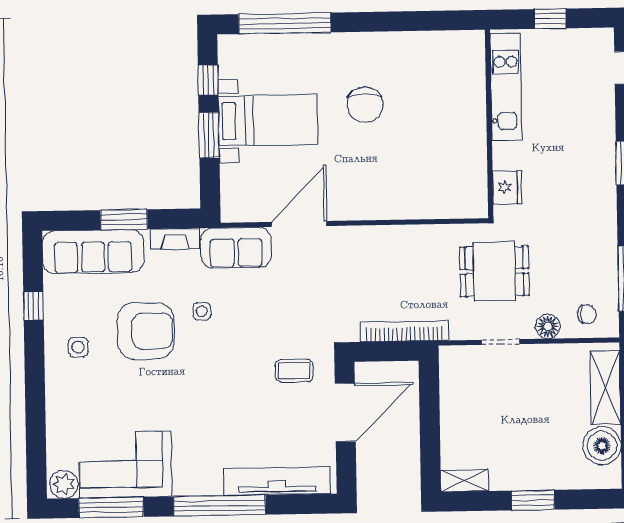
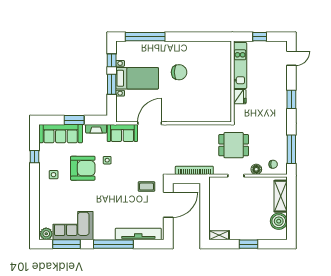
chair: (365, 105) -> (179, 72), turned -90
fridge: (507, 187) -> (240, 97), moved

